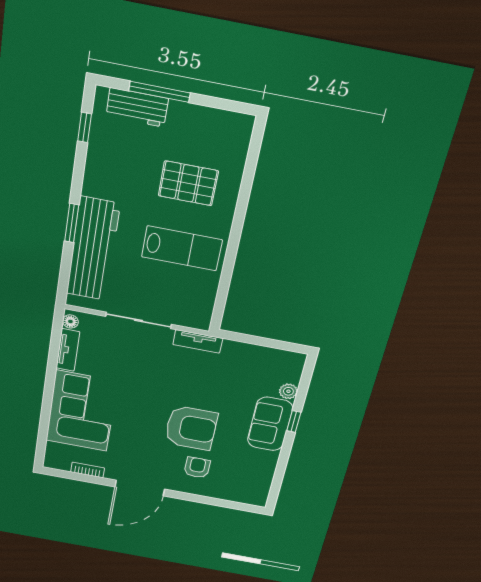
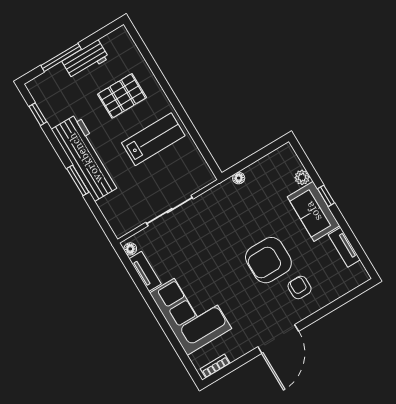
workbench: (137, 107) -> (85, 60), moved
workbench: (93, 249) -> (86, 158), moved
tv unit: (198, 341) -> (344, 247), moved, turned 90
floor lamp: (230, 346) -> (239, 178), added
armchair: (191, 428) -> (268, 260), turned 180
bookcase: (88, 470) -> (215, 366), moved

